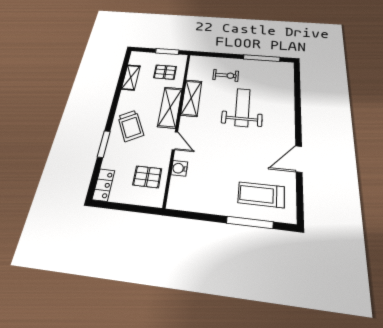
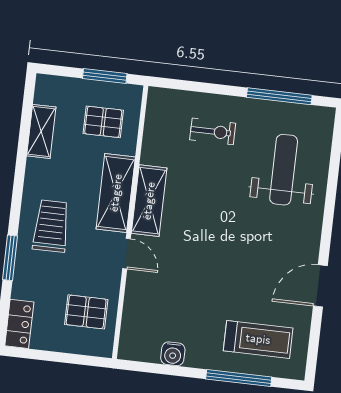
shelving: (191, 98) -> (149, 201), moved
weight bench: (243, 107) -> (284, 170), moved
trolley: (131, 126) -> (51, 226), turned -153
water cooler: (179, 168) -> (173, 354), moved, turned -90
treadmill: (261, 195) -> (258, 339), turned 180

